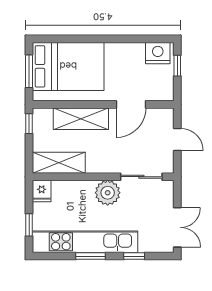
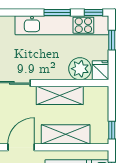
shelving: (59, 163) -> (60, 95), moved
plant: (108, 193) -> (80, 69), moved
window: (134, 256) -> (93, 12), moved

